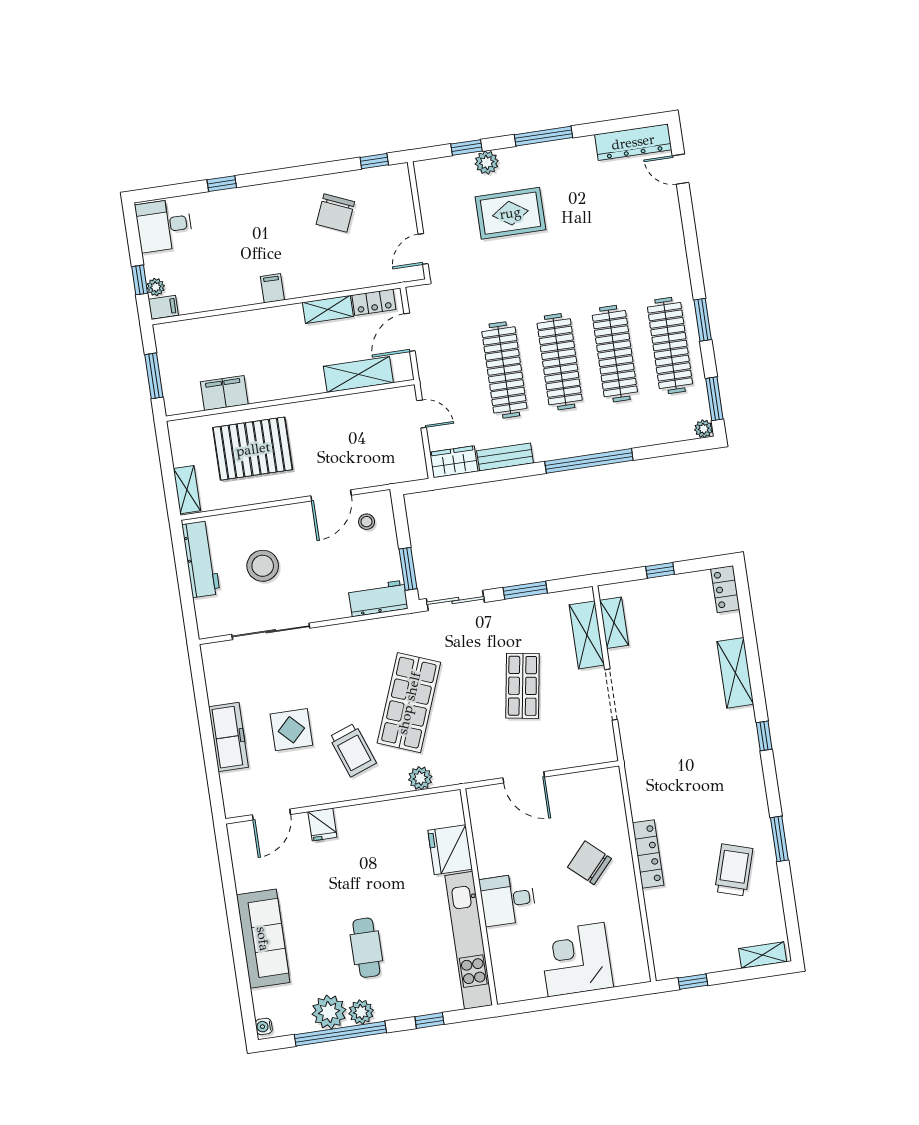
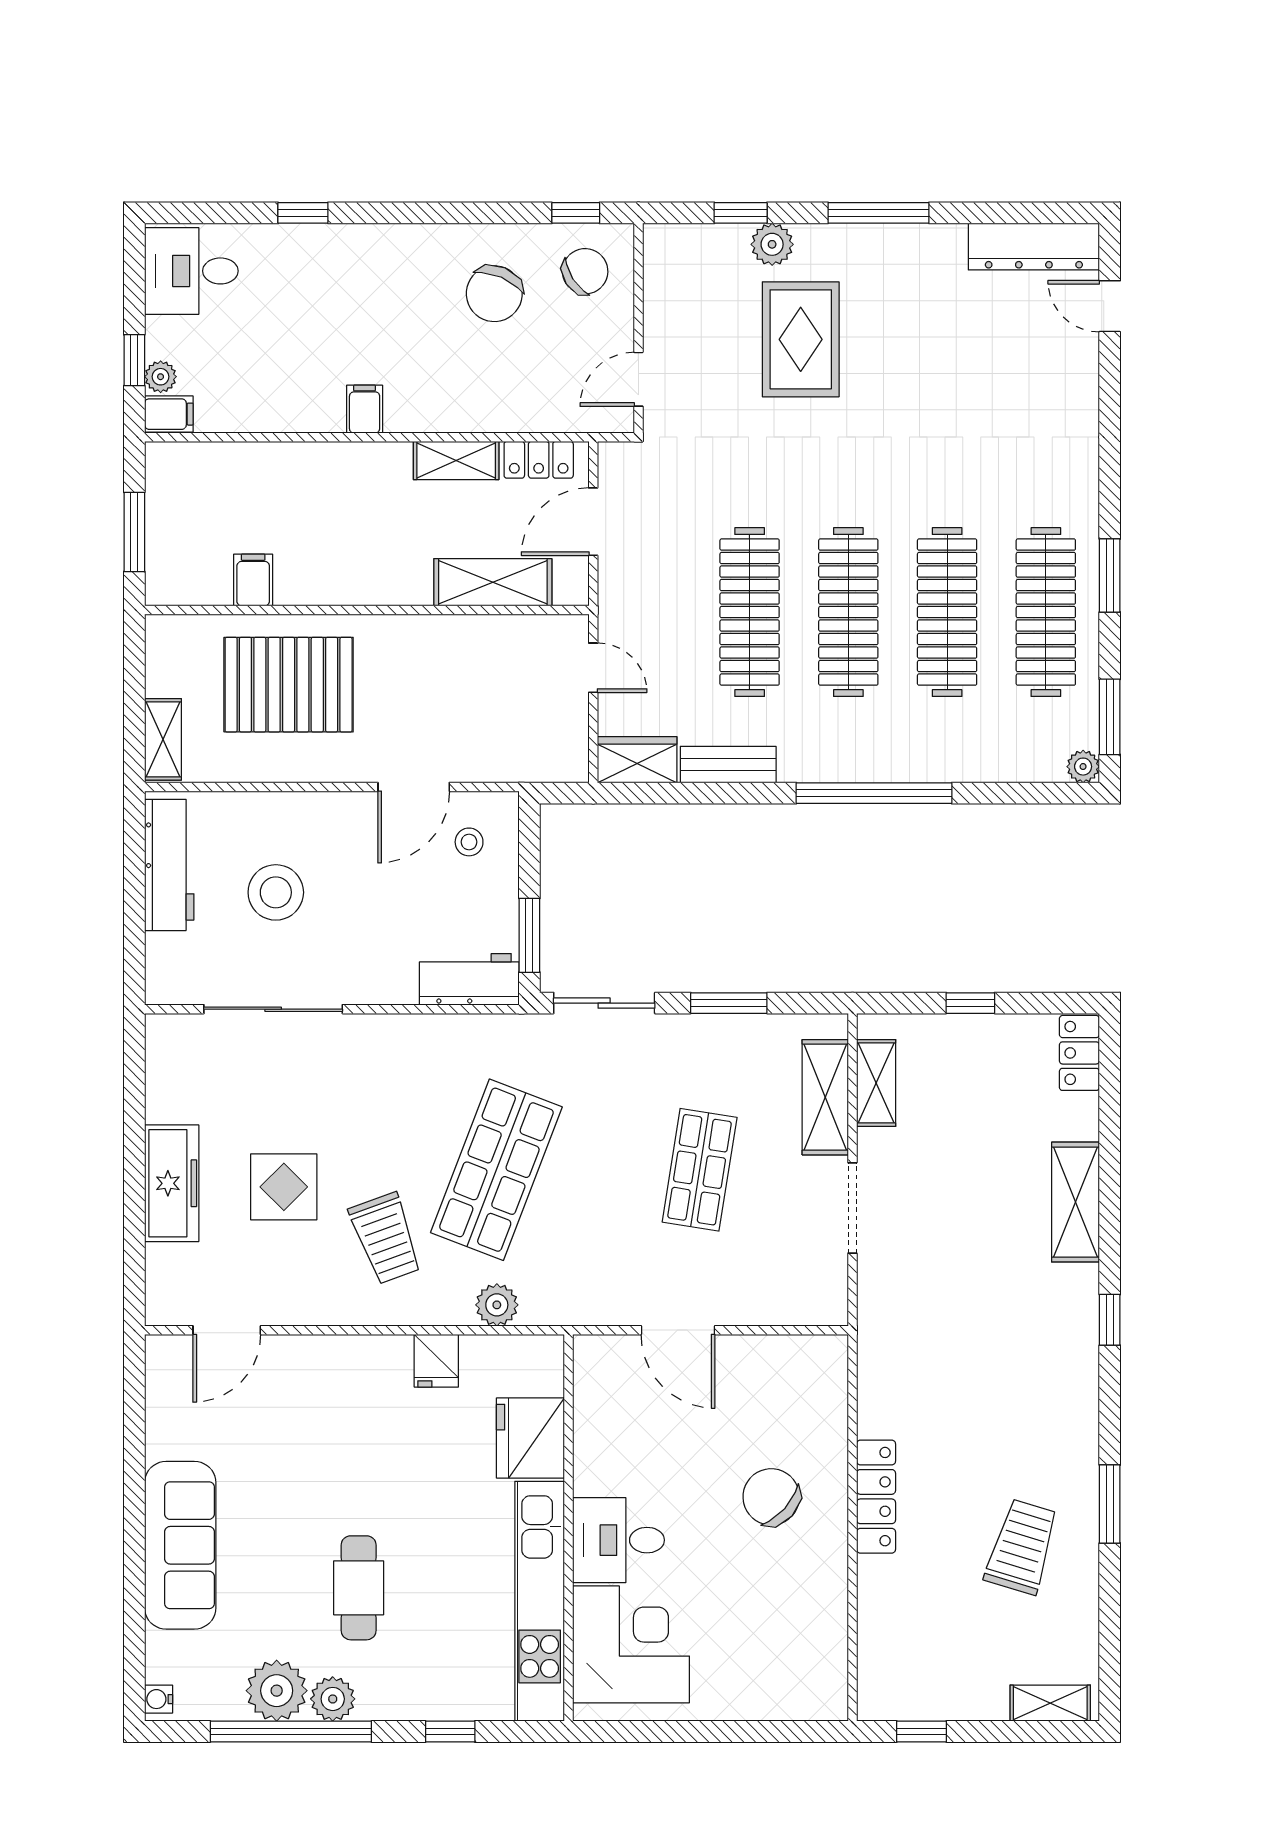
chair: (384, 193) -> (585, 271), added
rug: (510, 213) -> (801, 339), turned 90
filing cabinet: (224, 393) -> (253, 580), width x0.50
fridge: (322, 824) -> (436, 1361), moved
corner desk: (576, 960) -> (631, 1644), moved, turned 90

